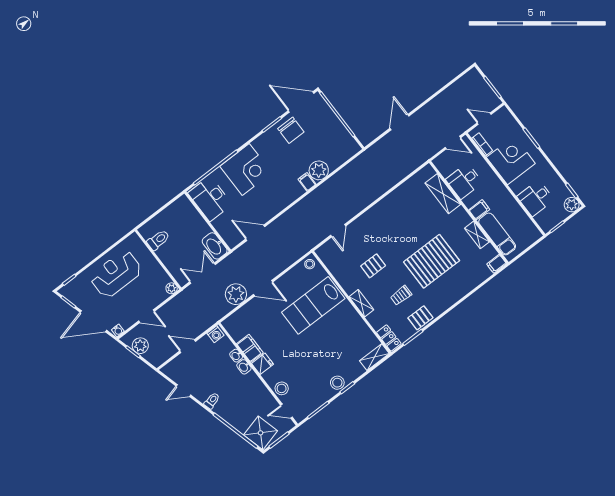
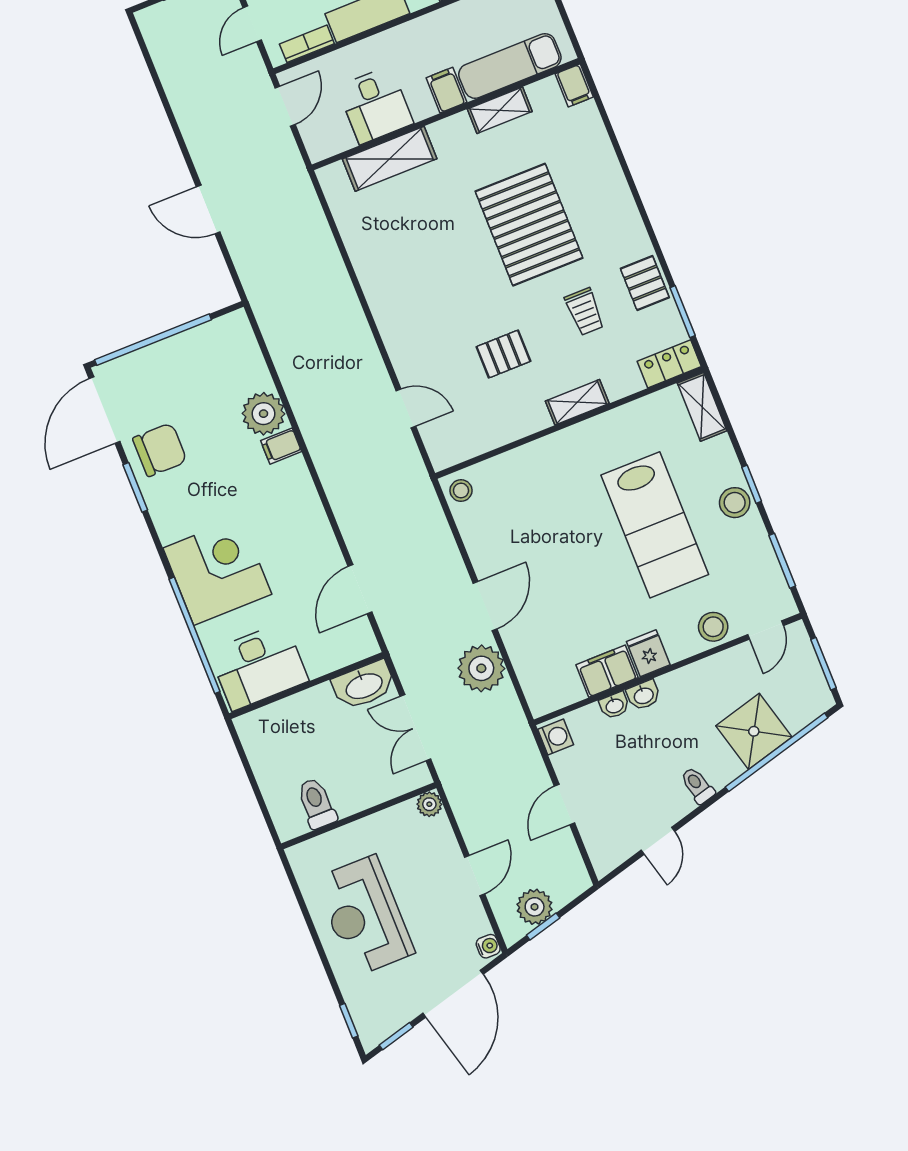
pallet: (373, 266) -> (503, 354), turned 90
lab bench: (313, 305) -> (655, 525), moved
shower: (261, 433) -> (754, 731), moved

